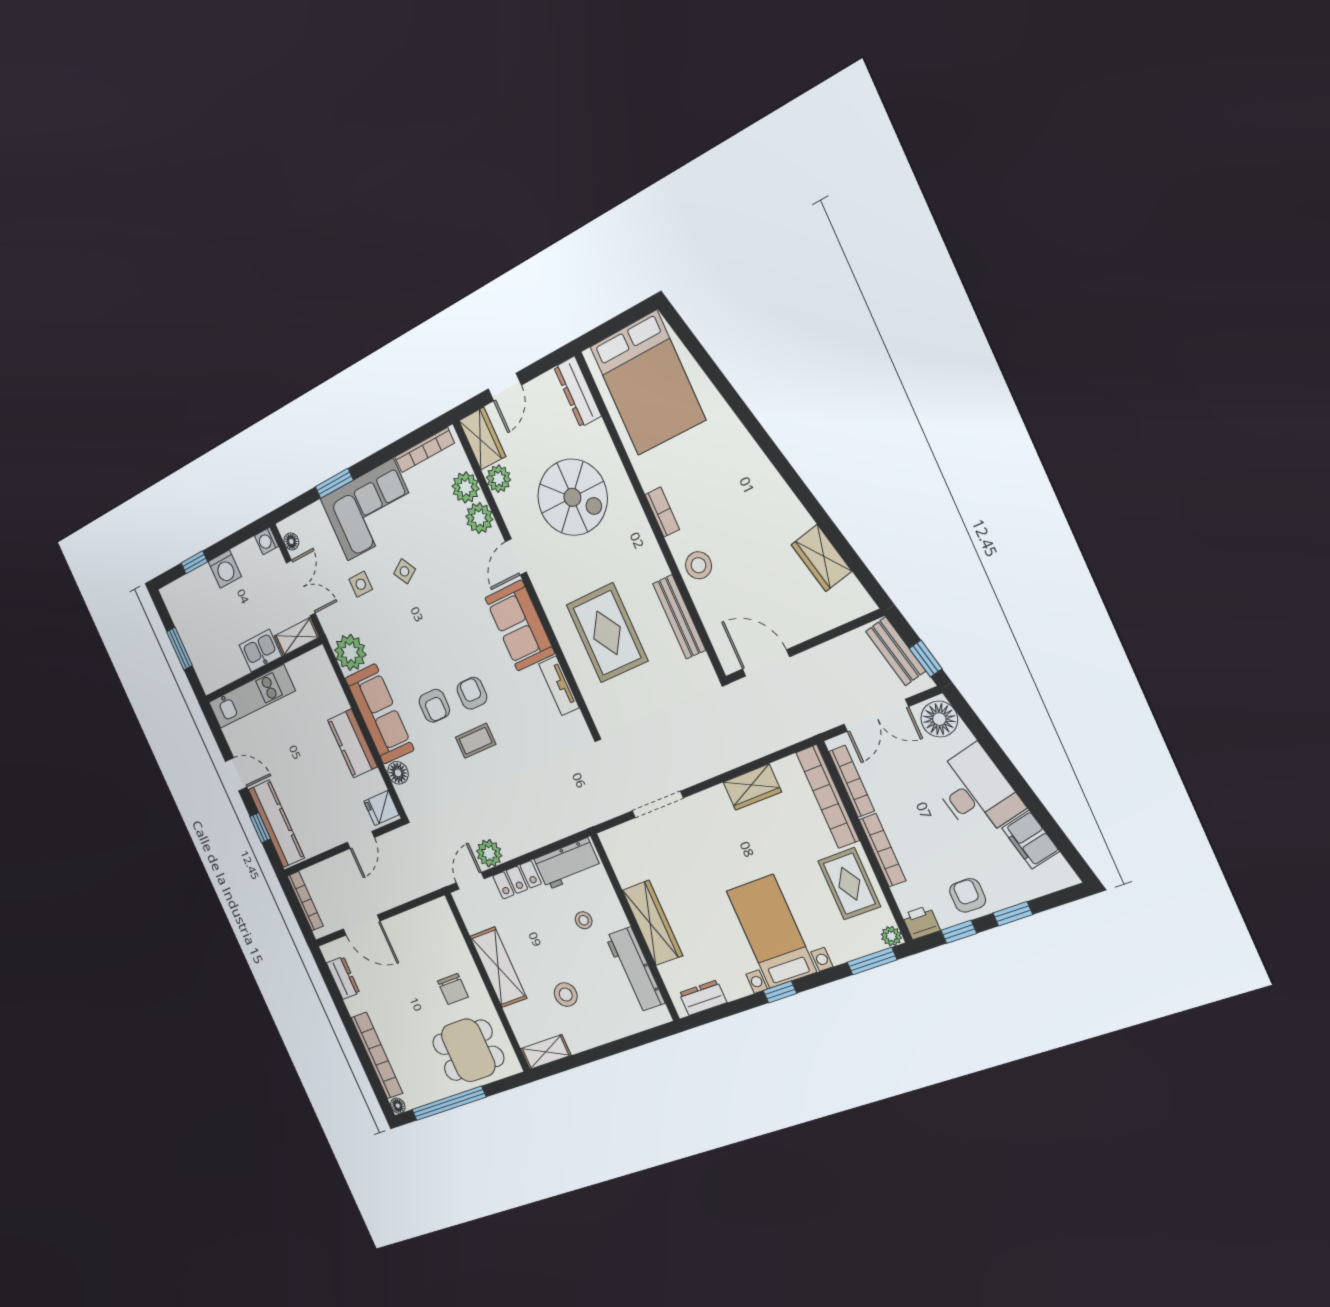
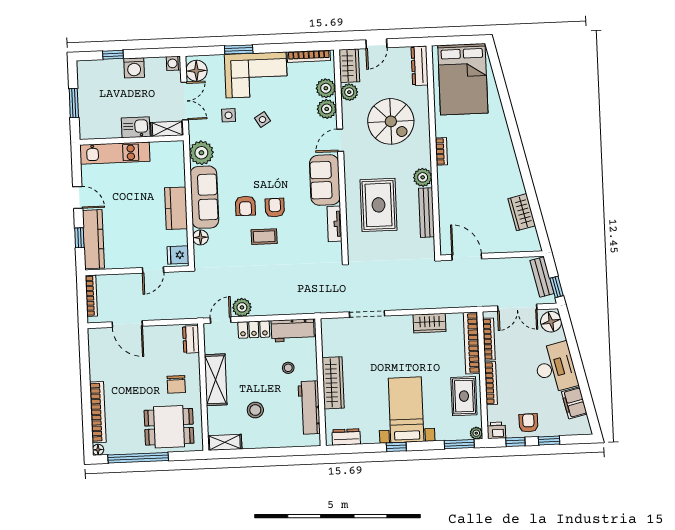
floor lamp: (291, 542) -> (196, 71), width x1.89, depth x1.89
plant: (652, 564) -> (423, 177), added
stool: (699, 565) -> (450, 189), removed
dresser: (343, 978) -> (191, 339), moved, turned 180

